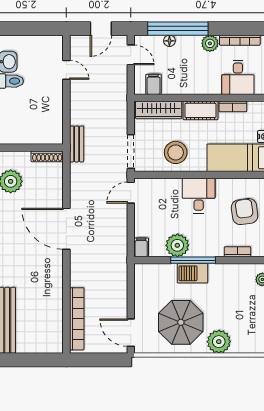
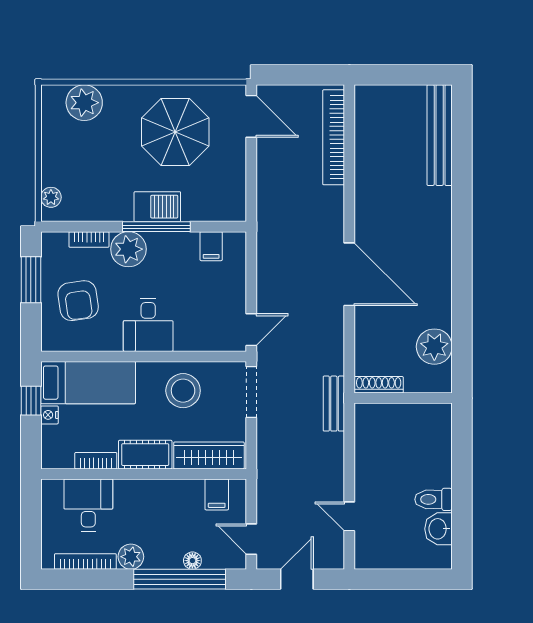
plant: (177, 245) -> (128, 249), moved
filing cabinet: (141, 247) -> (211, 246), moved
plant: (219, 342) -> (84, 103), moved

